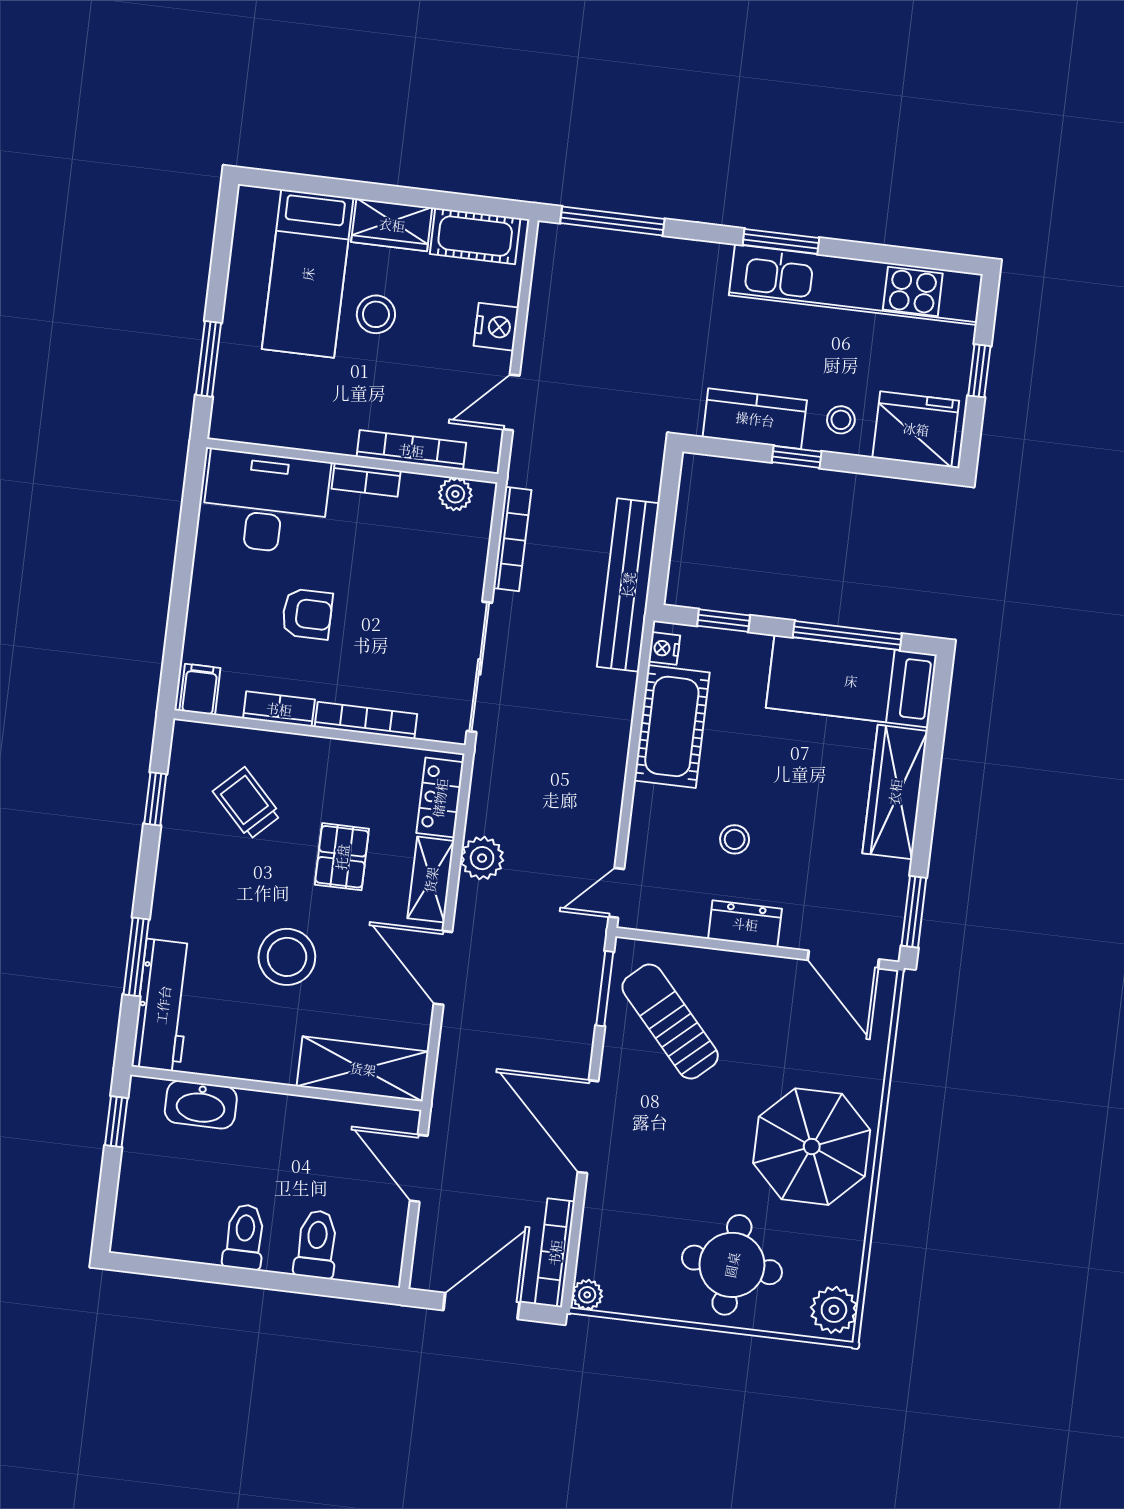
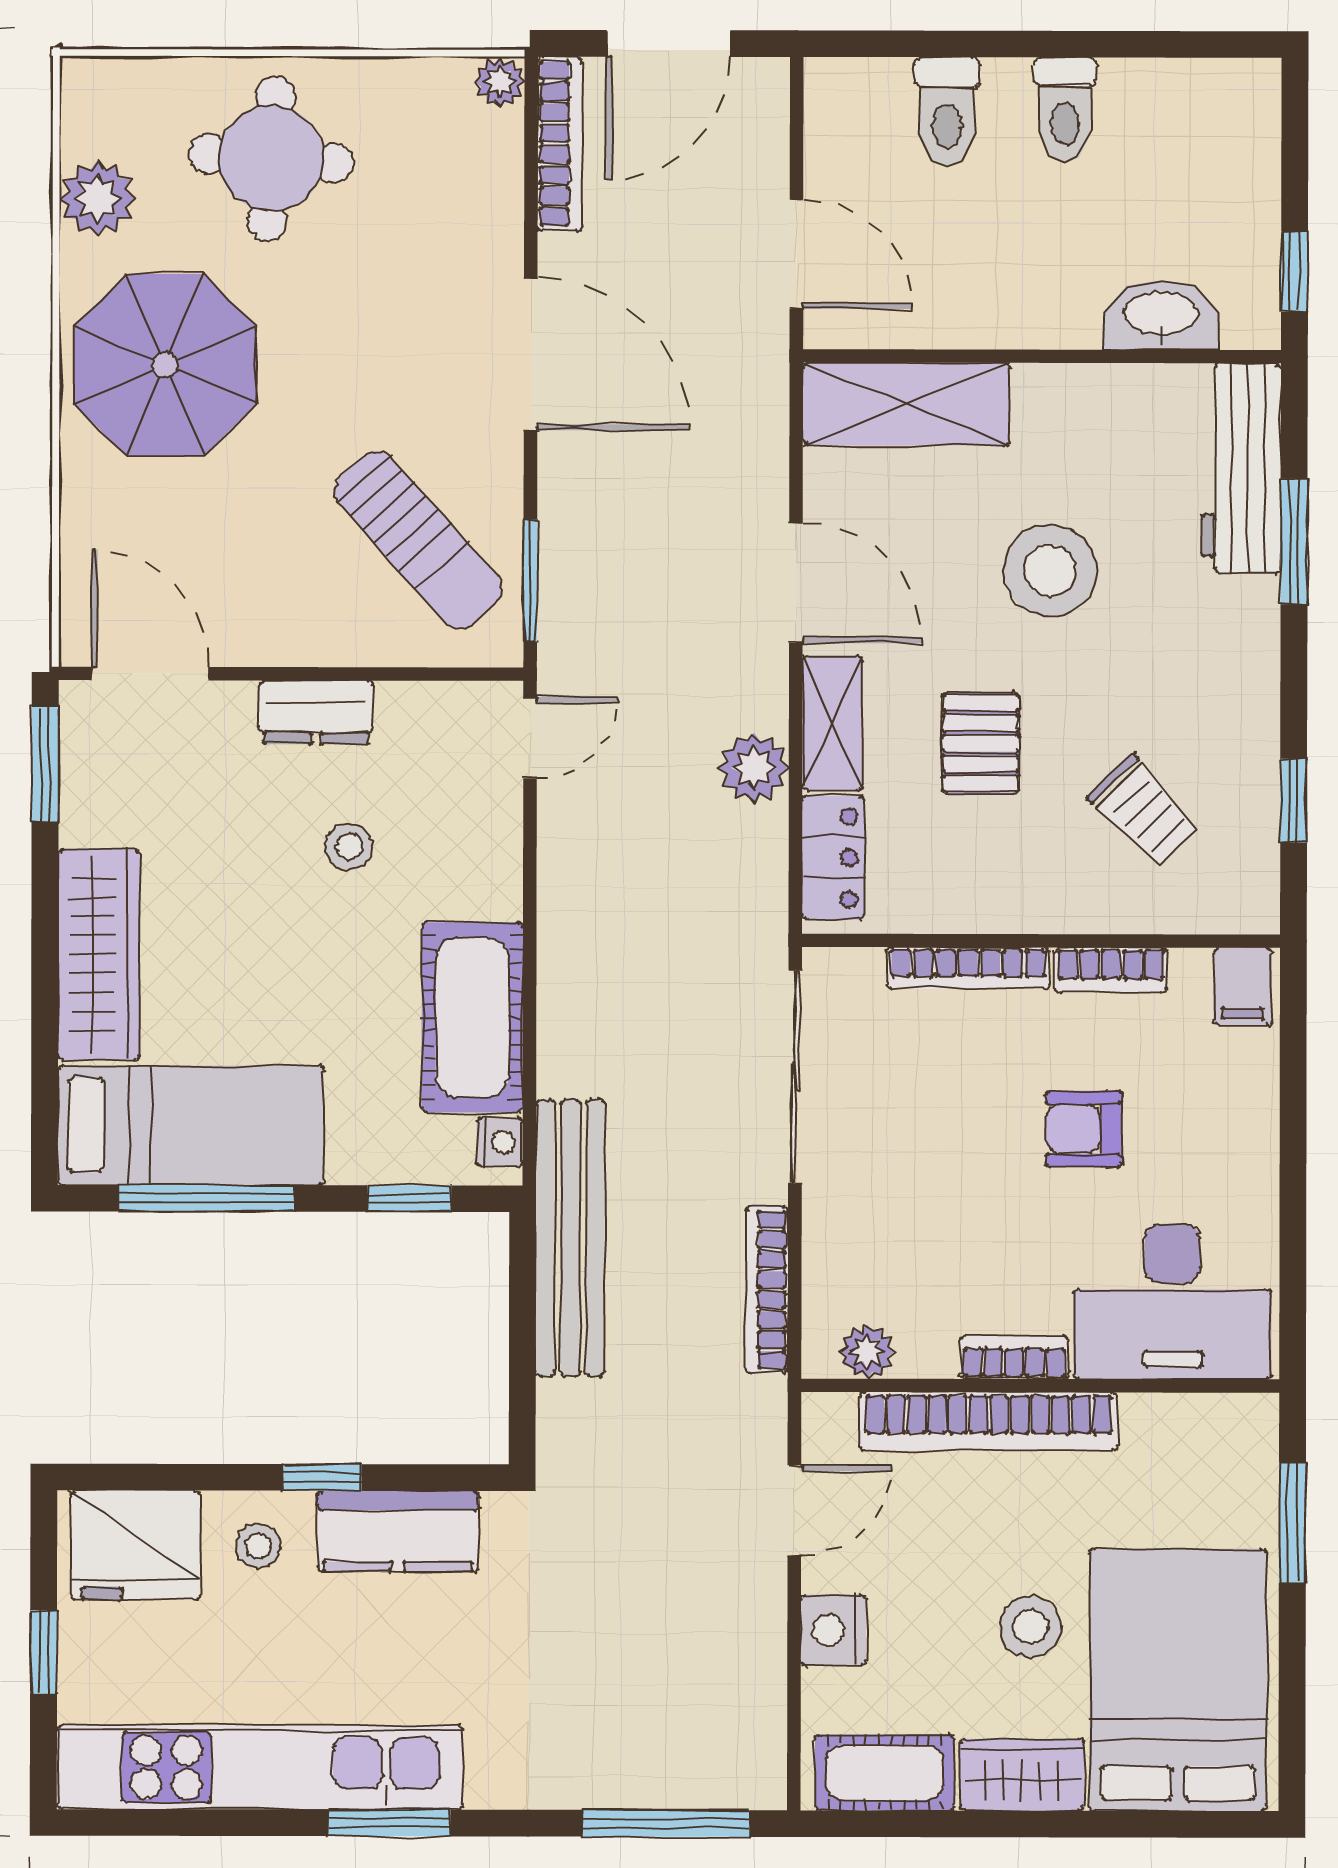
bed: (308, 274) -> (1178, 1680), width x1.50
bookcase: (411, 450) -> (989, 1422), width x1.48, depth x1.31
plant: (834, 1310) -> (98, 198), moved

